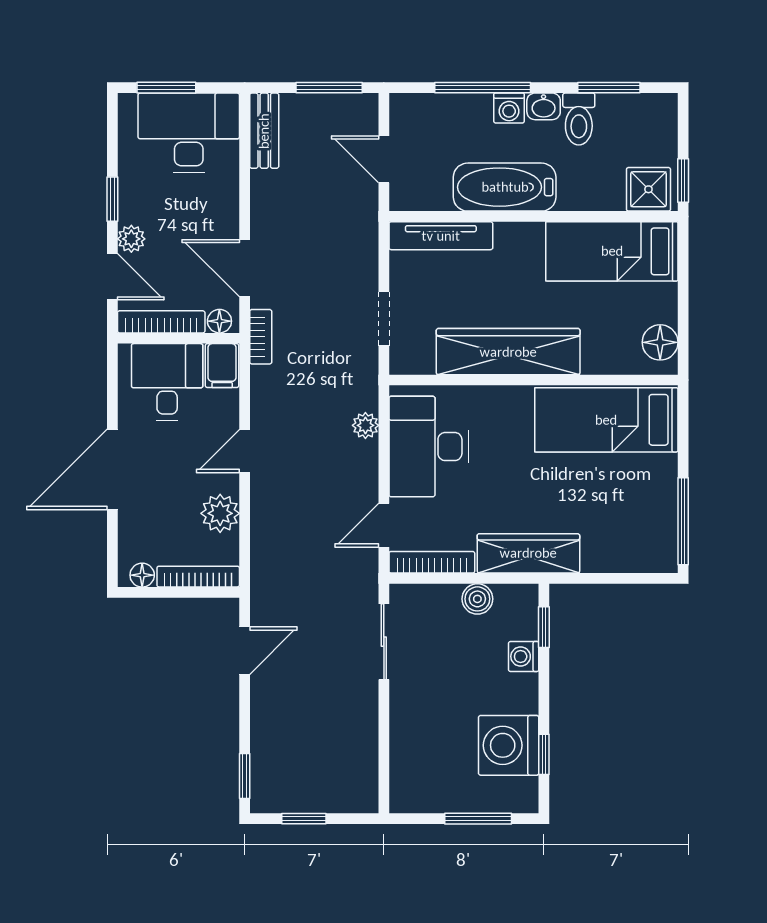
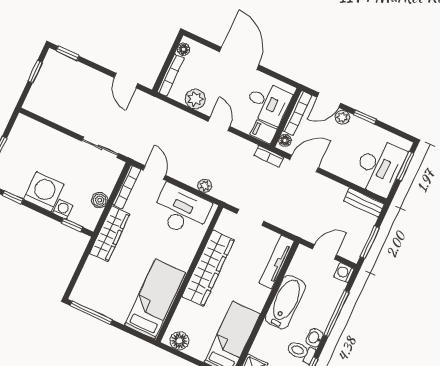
washing machine: (509, 108) -> (344, 273), moved
washing machine: (509, 745) -> (44, 192), moved

